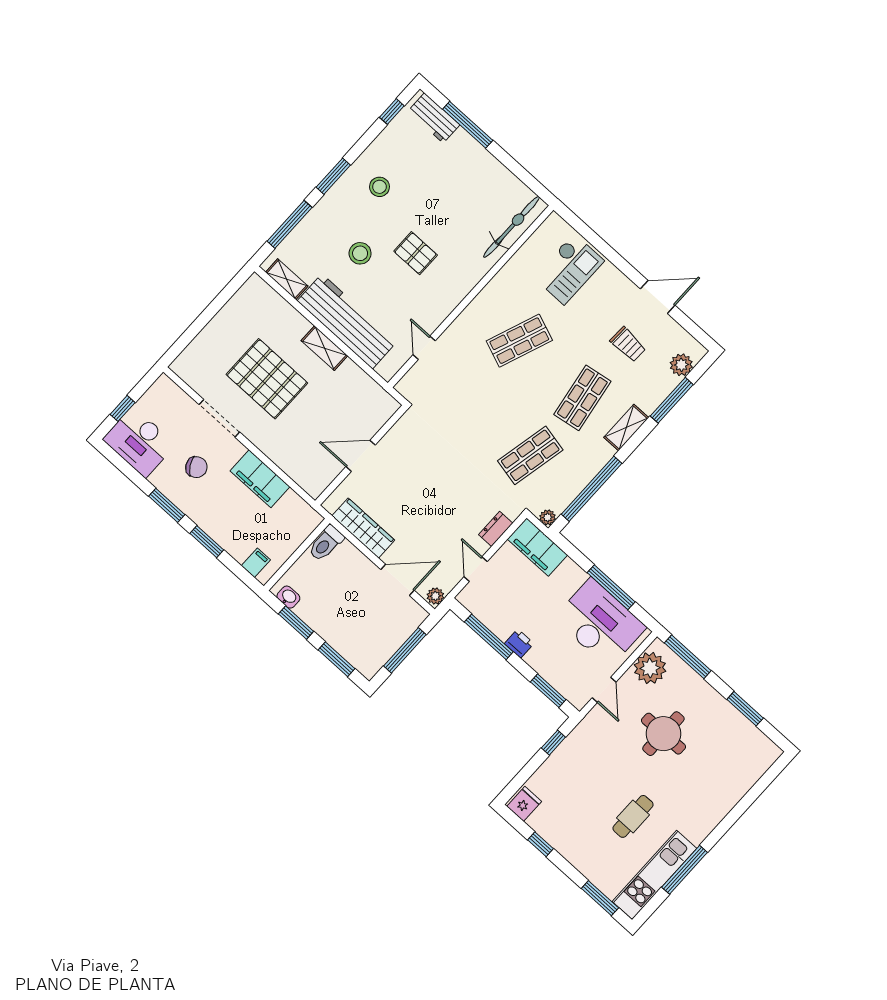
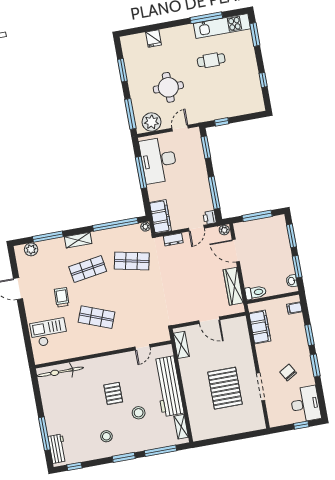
trolley: (628, 344) -> (62, 297), moved
shelving: (324, 348) -> (181, 345), moved
filing cabinet: (260, 479) -> (260, 327), moved
printer: (519, 644) -> (210, 217), moved
fridge: (524, 804) -> (153, 39), moved, turned -90

